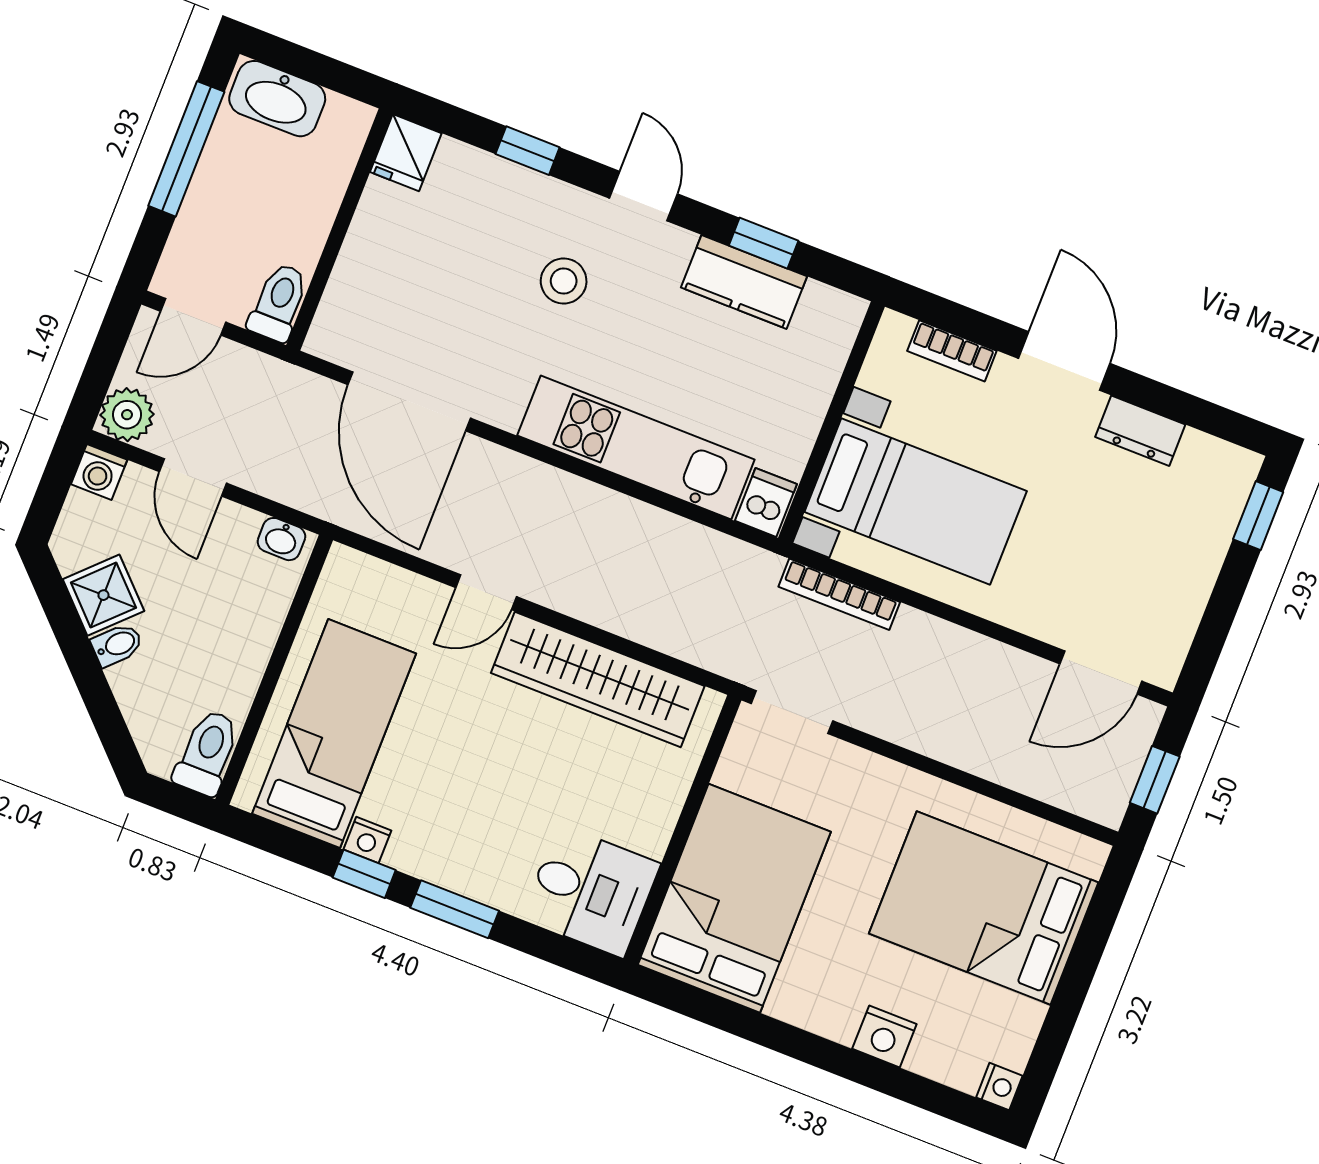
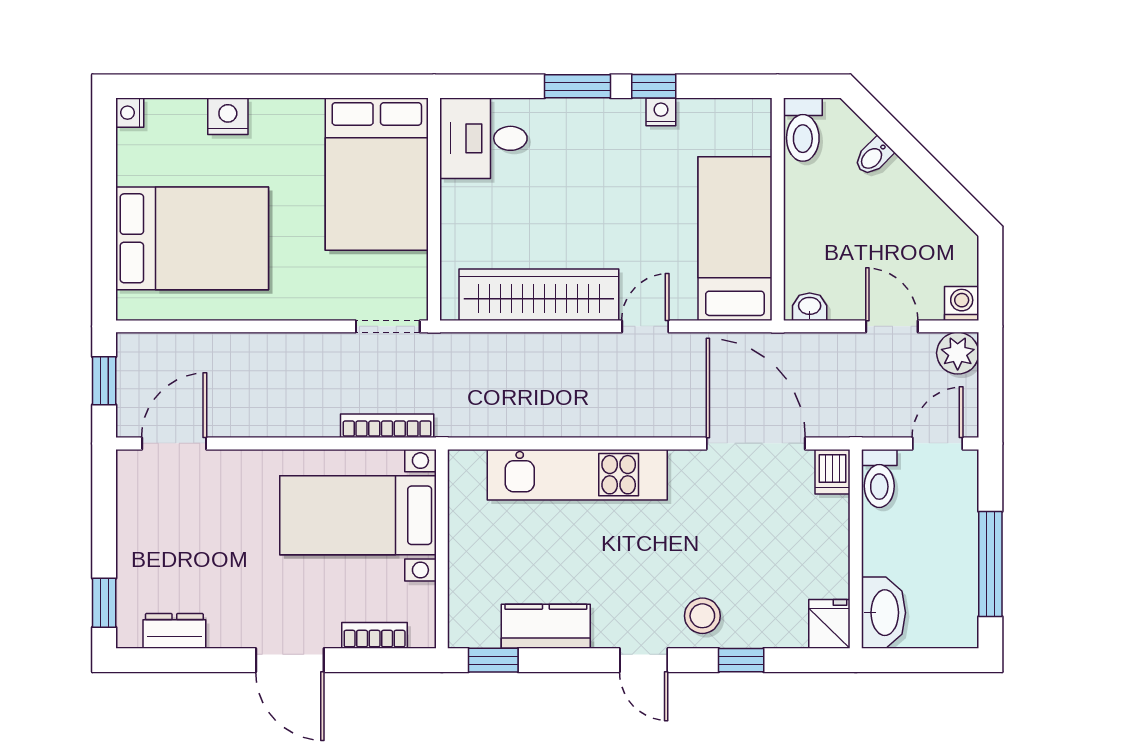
washbasin: (277, 99) -> (883, 613), moved, turned 90
window: (764, 243) -> (493, 660), moved
stool: (564, 281) -> (702, 616), moved
dresser: (1140, 431) -> (174, 631), moved
dishwasher: (766, 502) -> (833, 472), moved
shower: (103, 595) -> (923, 215), removed
bidet: (117, 645) -> (873, 157), moved
bed: (334, 734) -> (735, 239), moved, turned 180

